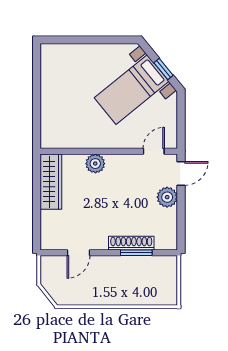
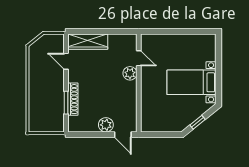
bed with nightstands: (132, 90) -> (191, 82), moved, turned -51
door: (154, 151) -> (139, 58), moved
wardrobe: (51, 182) -> (88, 42), moved

